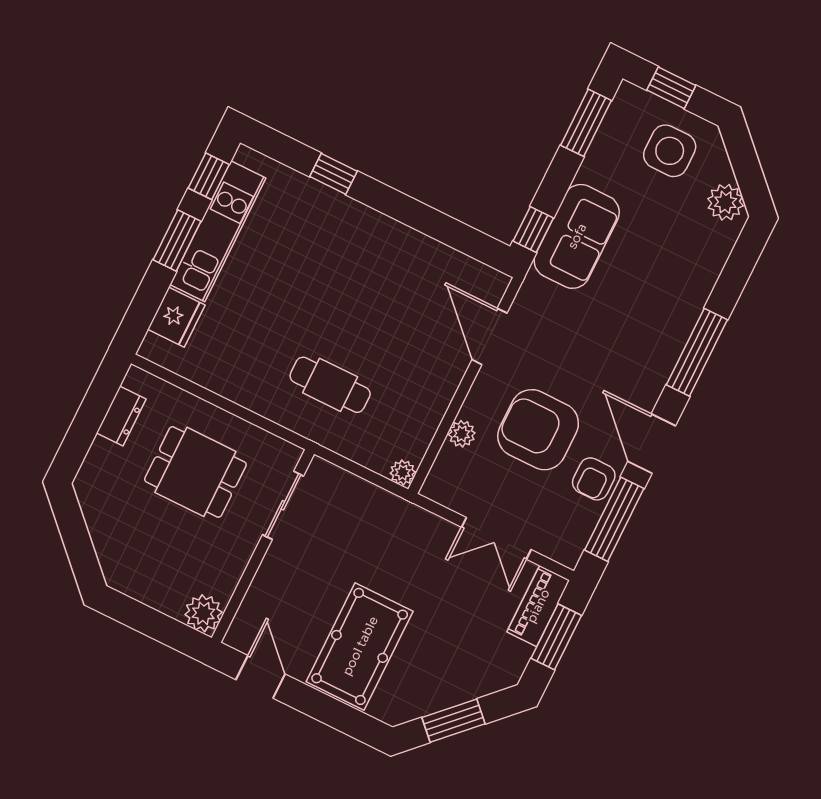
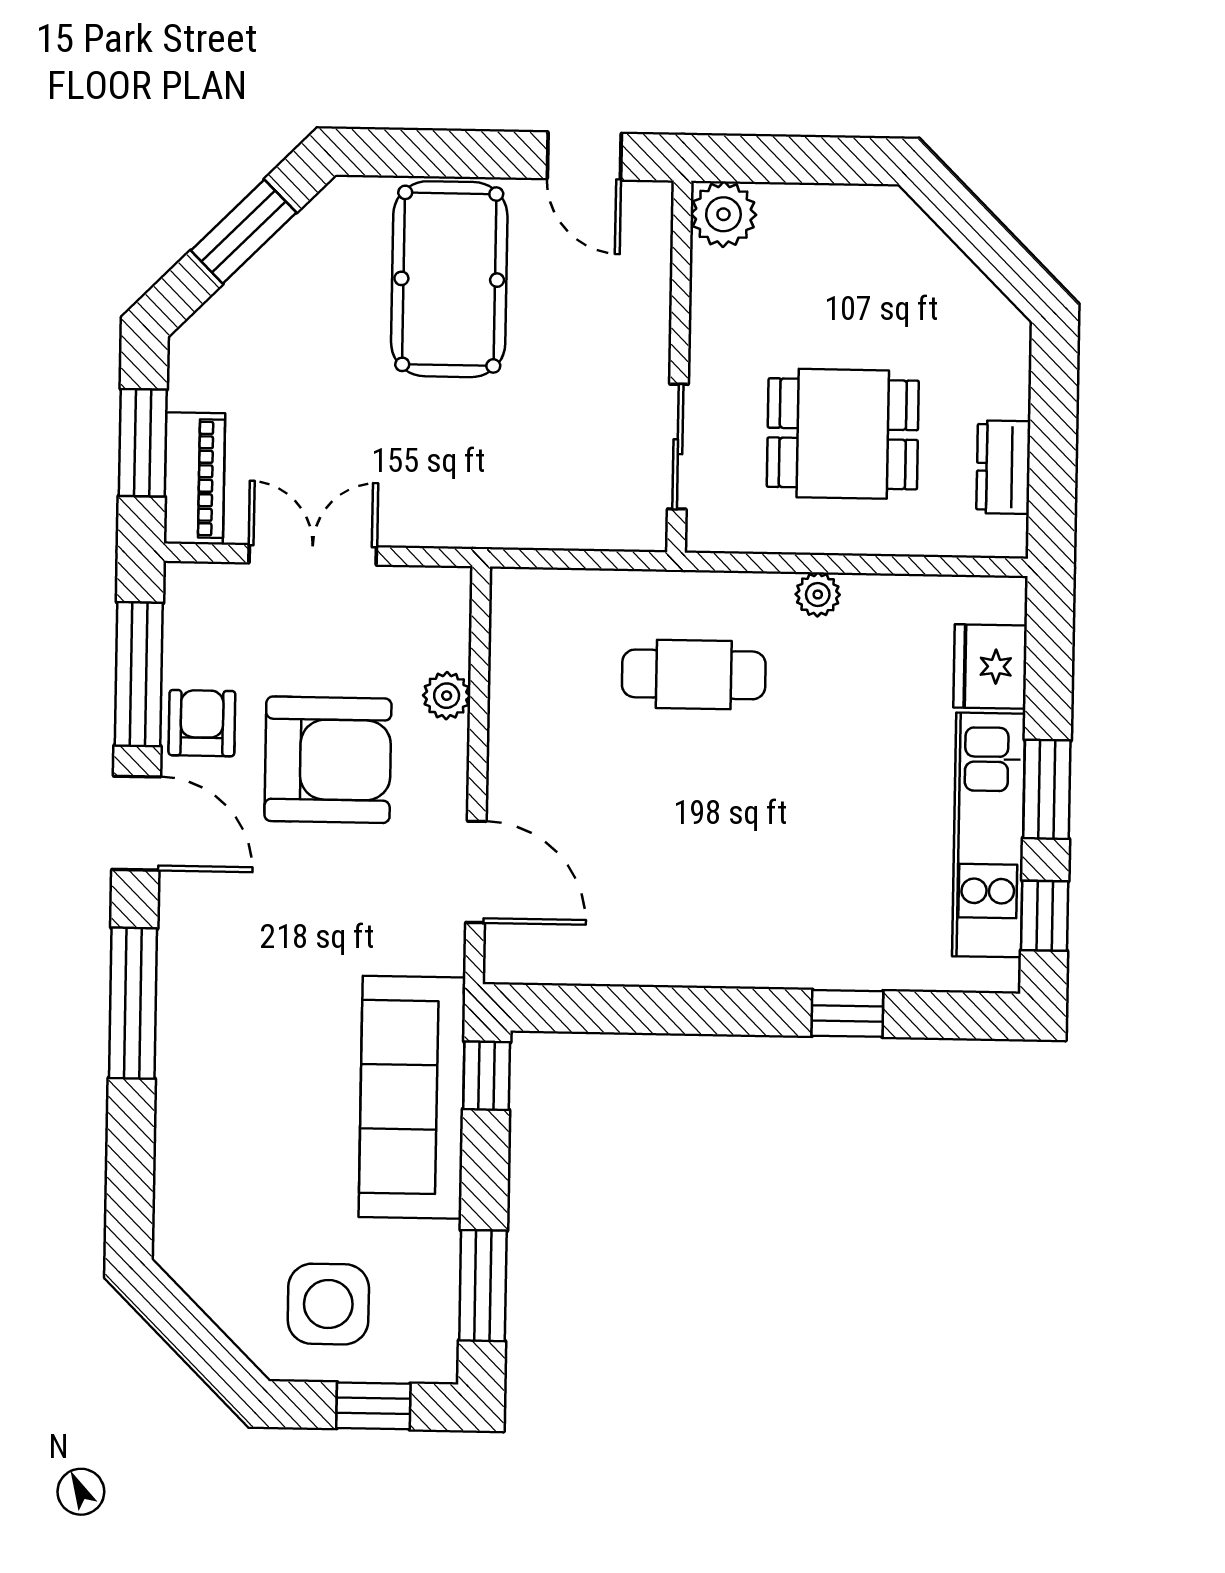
plant: (725, 202) -> (200, 1264), removed
sofa: (577, 236) -> (412, 1097), width x1.36
plant: (403, 473) -> (818, 594), moved

